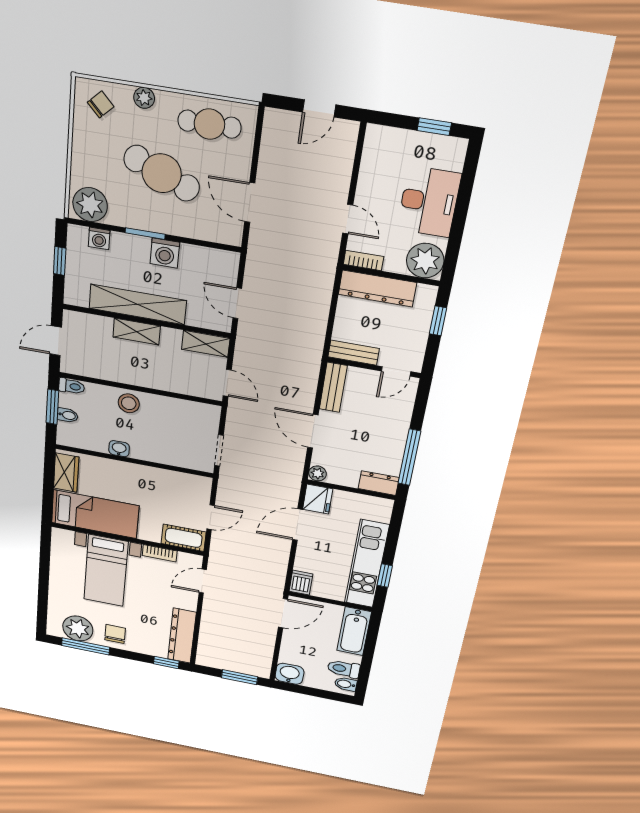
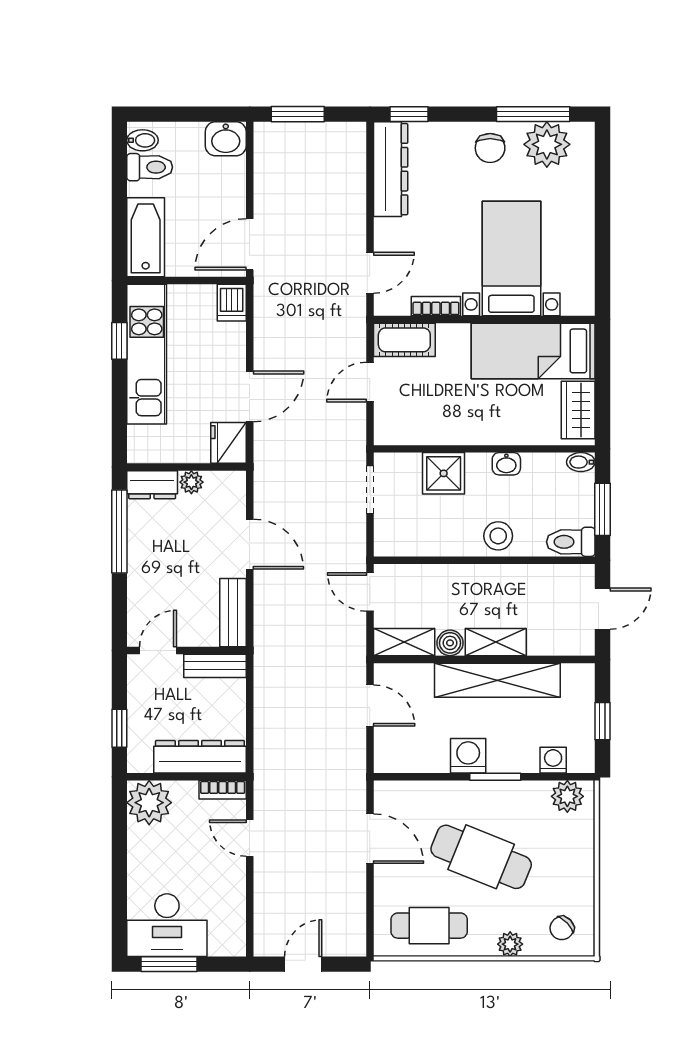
window: (434, 127) -> (169, 964), width x1.50
desk: (429, 202) -> (167, 925), moved, turned -90
plant: (90, 205) -> (567, 796), width x0.73, depth x0.73
boiler: (171, 337) -> (450, 643), added
toilet: (72, 386) -> (571, 542), width x1.37, depth x1.39
bidet: (68, 415) -> (581, 462), moved
shower: (165, 451) -> (444, 473), added
plant: (317, 473) -> (191, 482), moved

